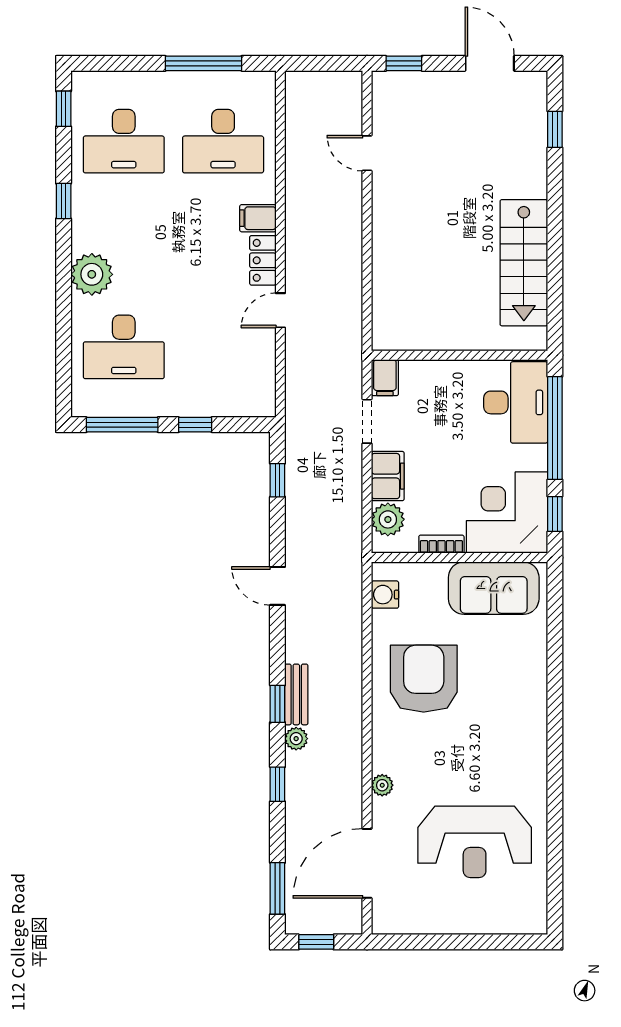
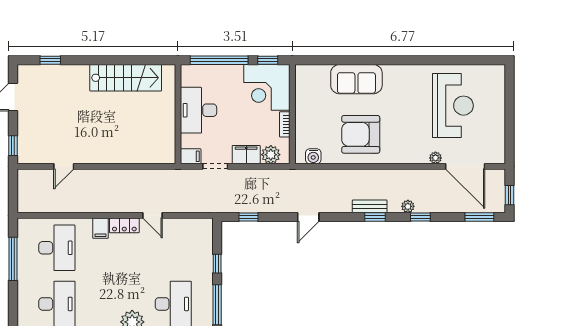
desk: (516, 402) -> (198, 110), moved, turned -90
sofa: (494, 588) -> (356, 79), moved, turned 90
plant: (296, 739) -> (408, 206), moved
plant: (382, 785) -> (435, 158), moved

